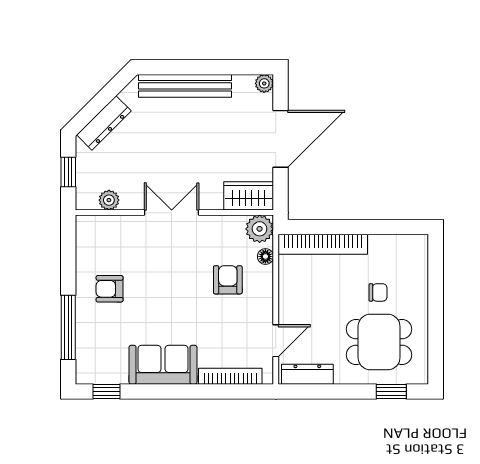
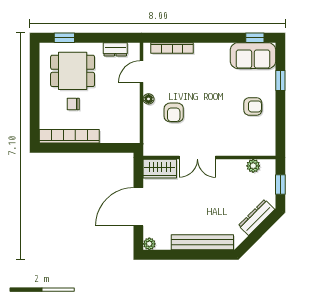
double door: (172, 213) -> (197, 157), moved
plant: (260, 229) -> (152, 147), removed
bookcase: (323, 244) -> (69, 136), moved
floor lamp: (265, 256) -> (149, 99), moved
window: (68, 327) -> (280, 81), width x0.46
sofa: (163, 365) -> (253, 56), moved
dresser: (307, 374) -> (115, 49), width x0.70

